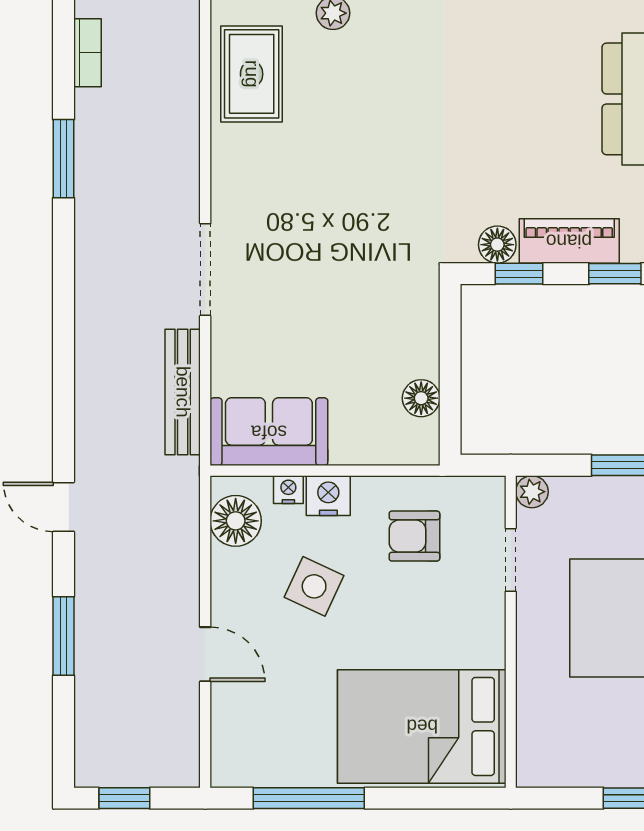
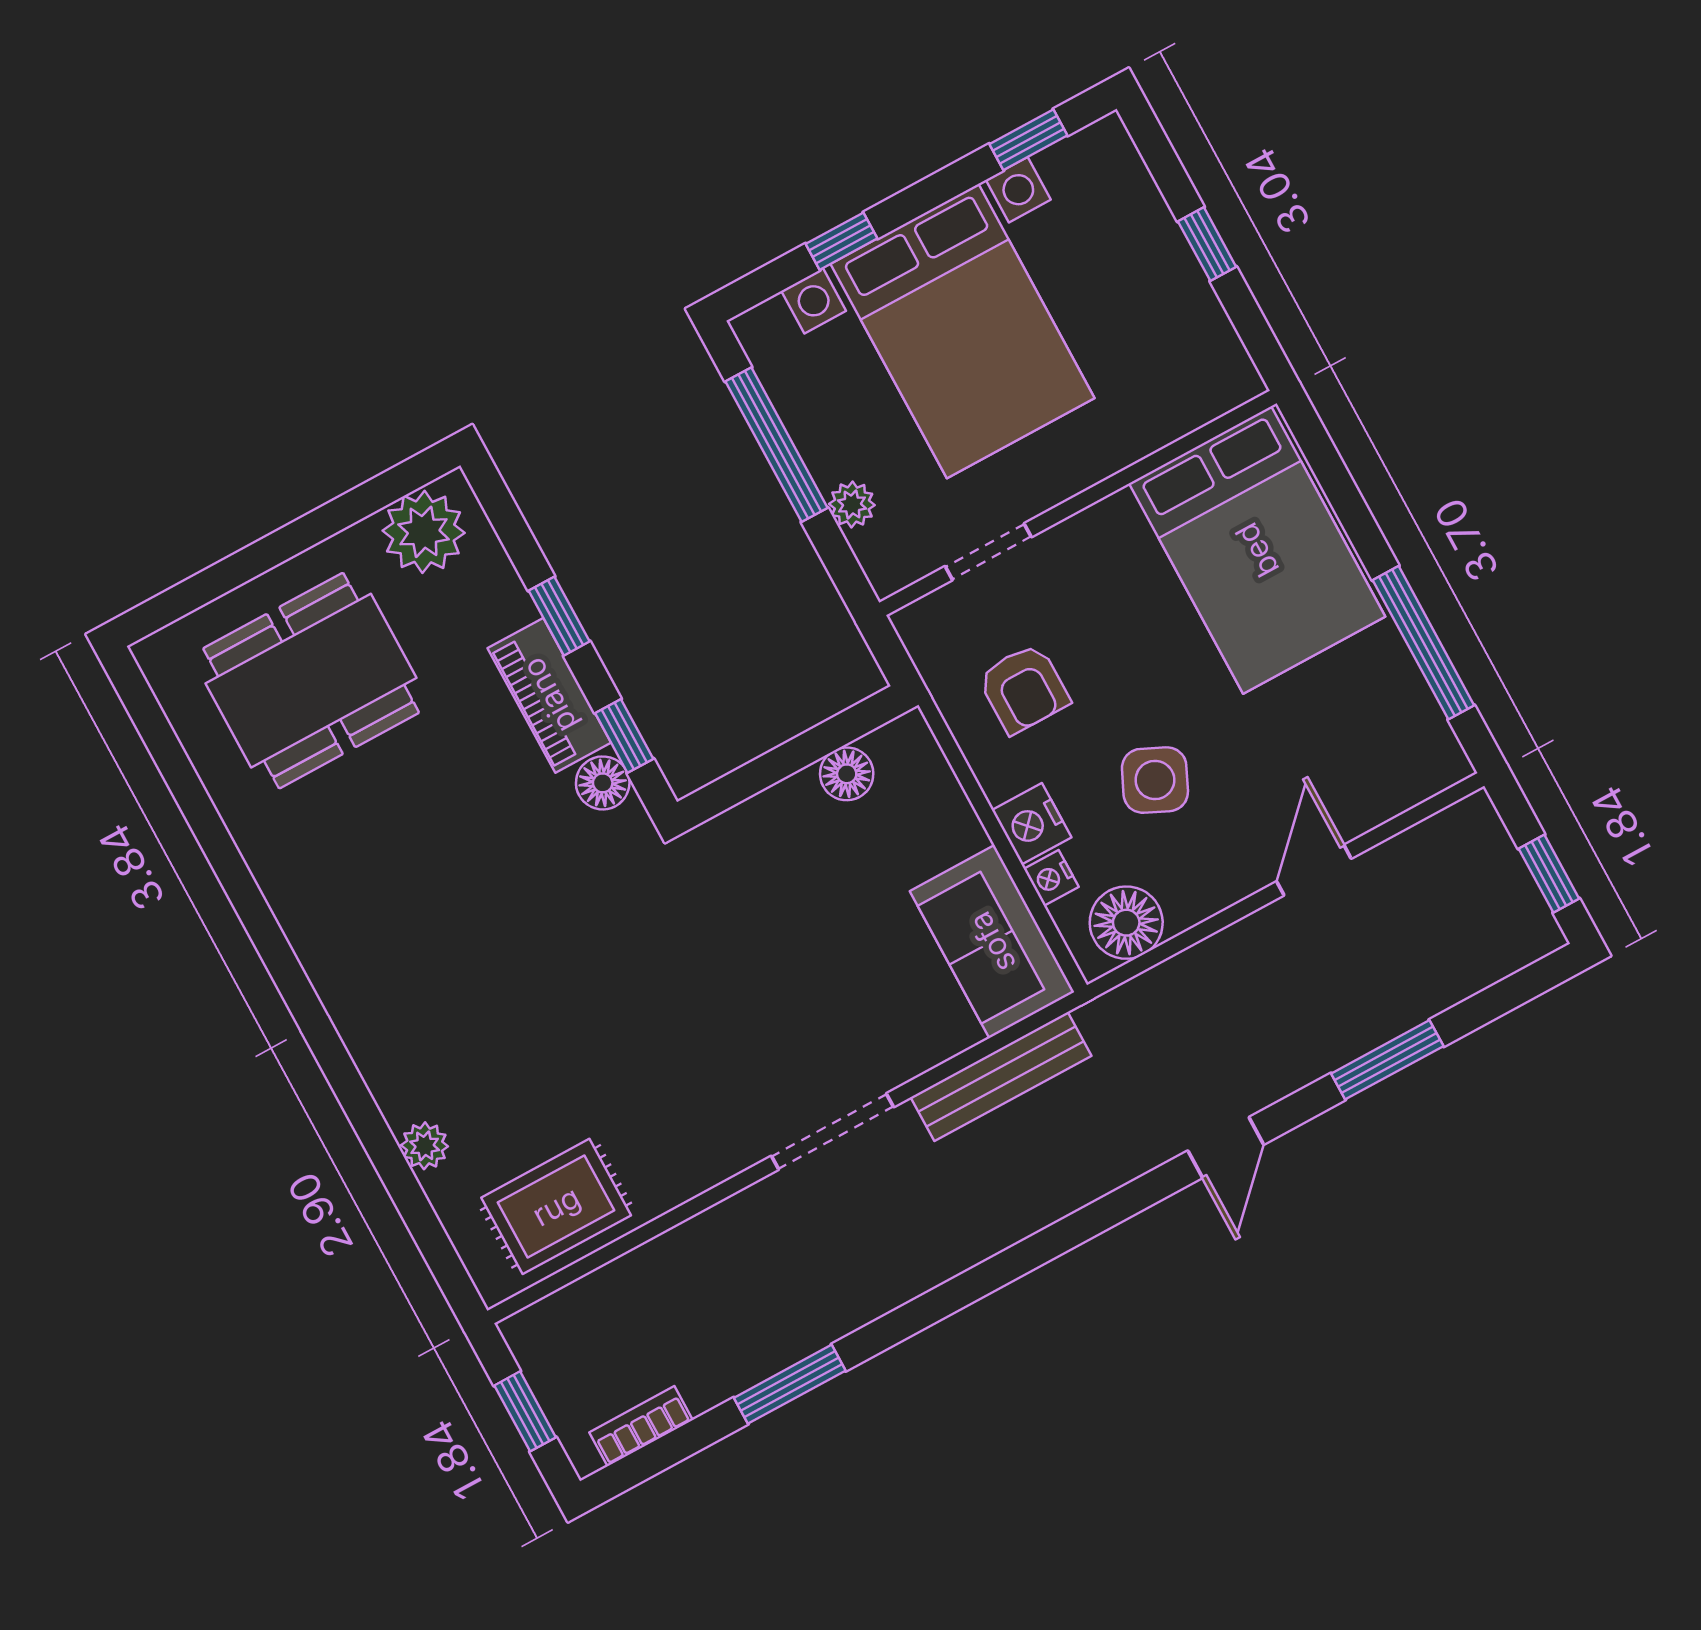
plant: (532, 492) -> (852, 504), moved

